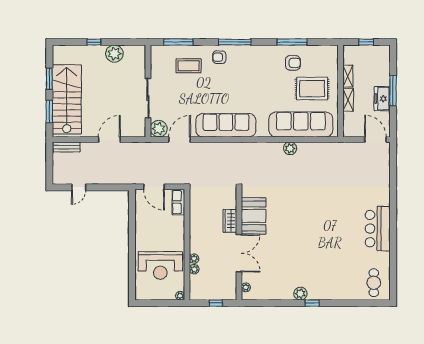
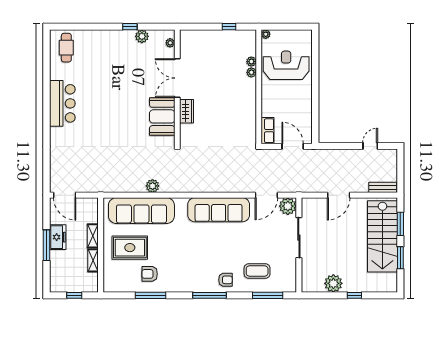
booth: (254, 216) -> (162, 116), moved
wardrobe: (230, 221) -> (187, 111), moved
wall: (239, 245) -> (177, 87), moved
double door: (239, 253) -> (177, 78), moved
plant: (246, 287) -> (170, 43), moved

